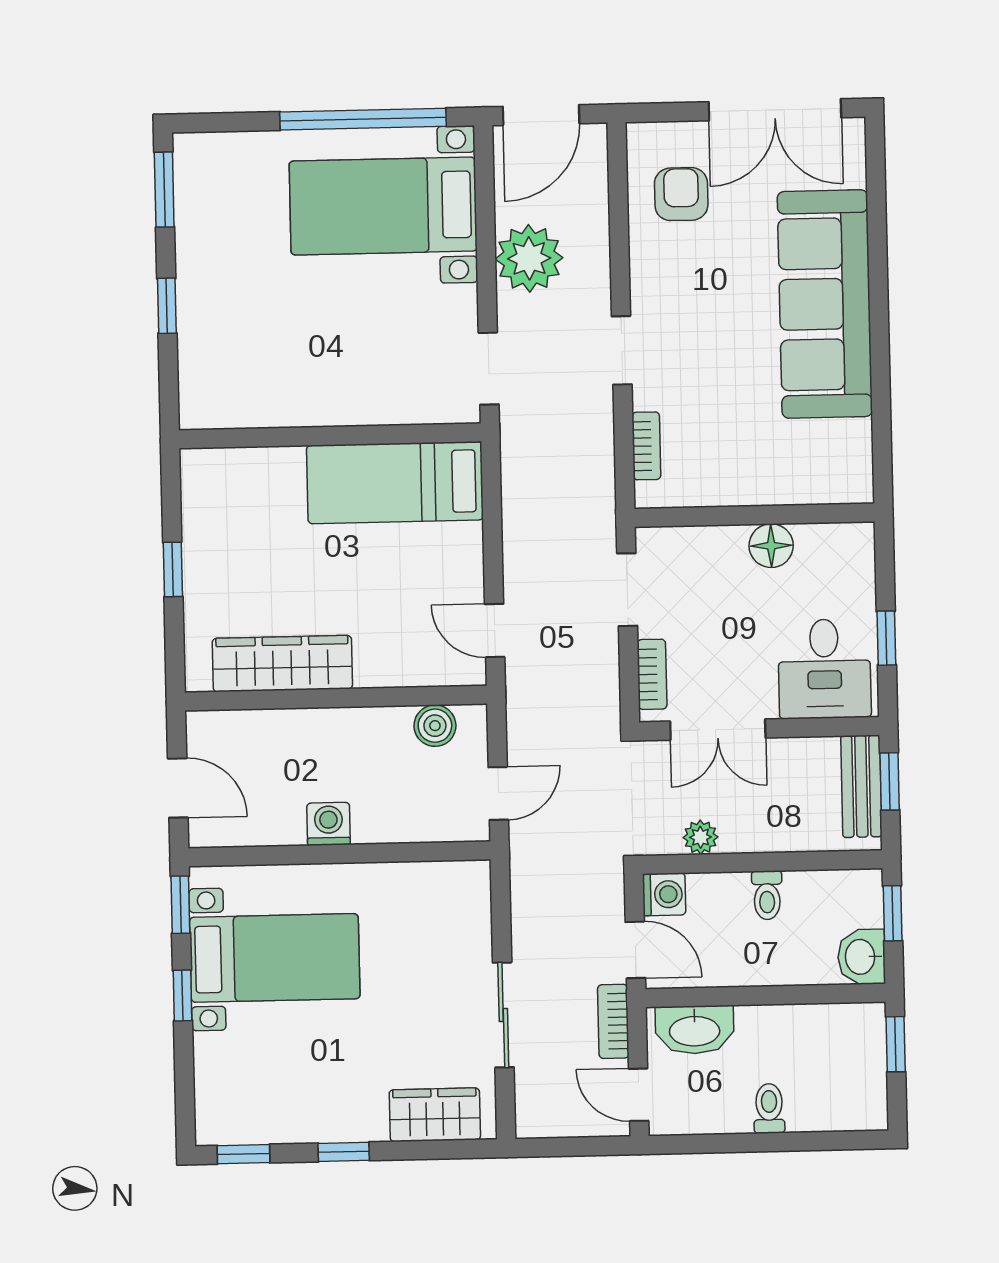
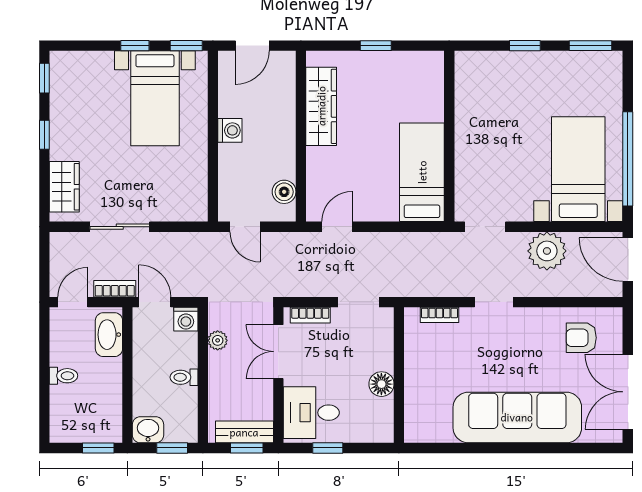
armchair: (681, 194) -> (581, 338), turned 180
door: (635, 950) -> (155, 302), swing flipped

